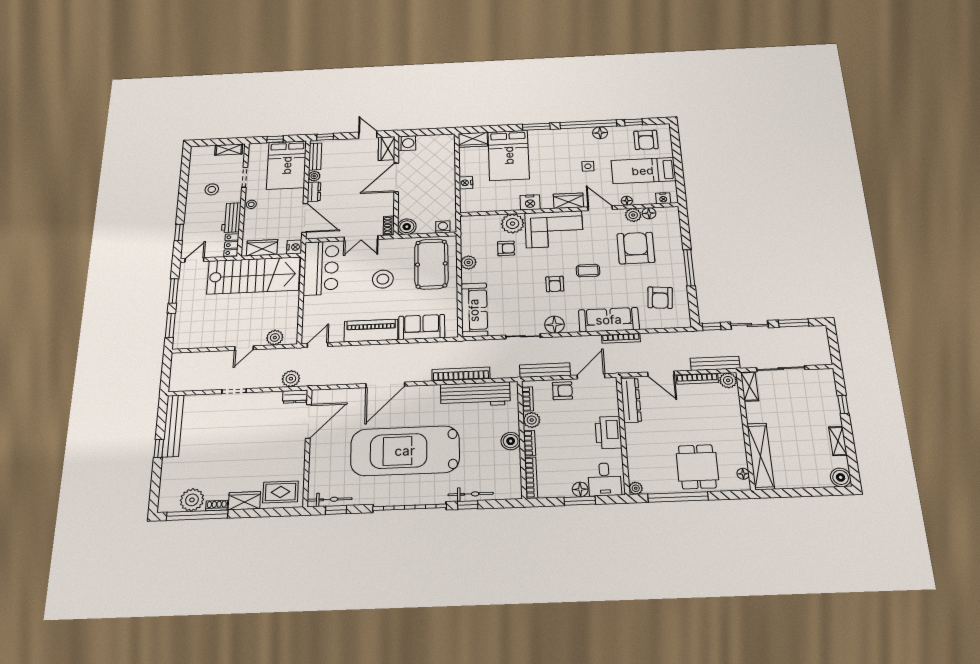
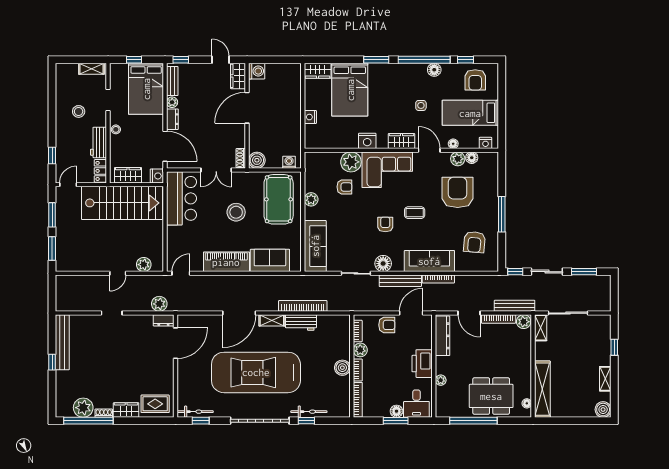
armchair: (555, 284) -> (385, 224), turned 180
bench: (545, 370) -> (400, 281), moved
shelving: (424, 391) -> (272, 320), added
workbench: (475, 394) -> (301, 323), width x0.53, depth x0.76
dining table: (697, 467) -> (491, 396), width x1.38
plant: (636, 488) -> (441, 380), moved

